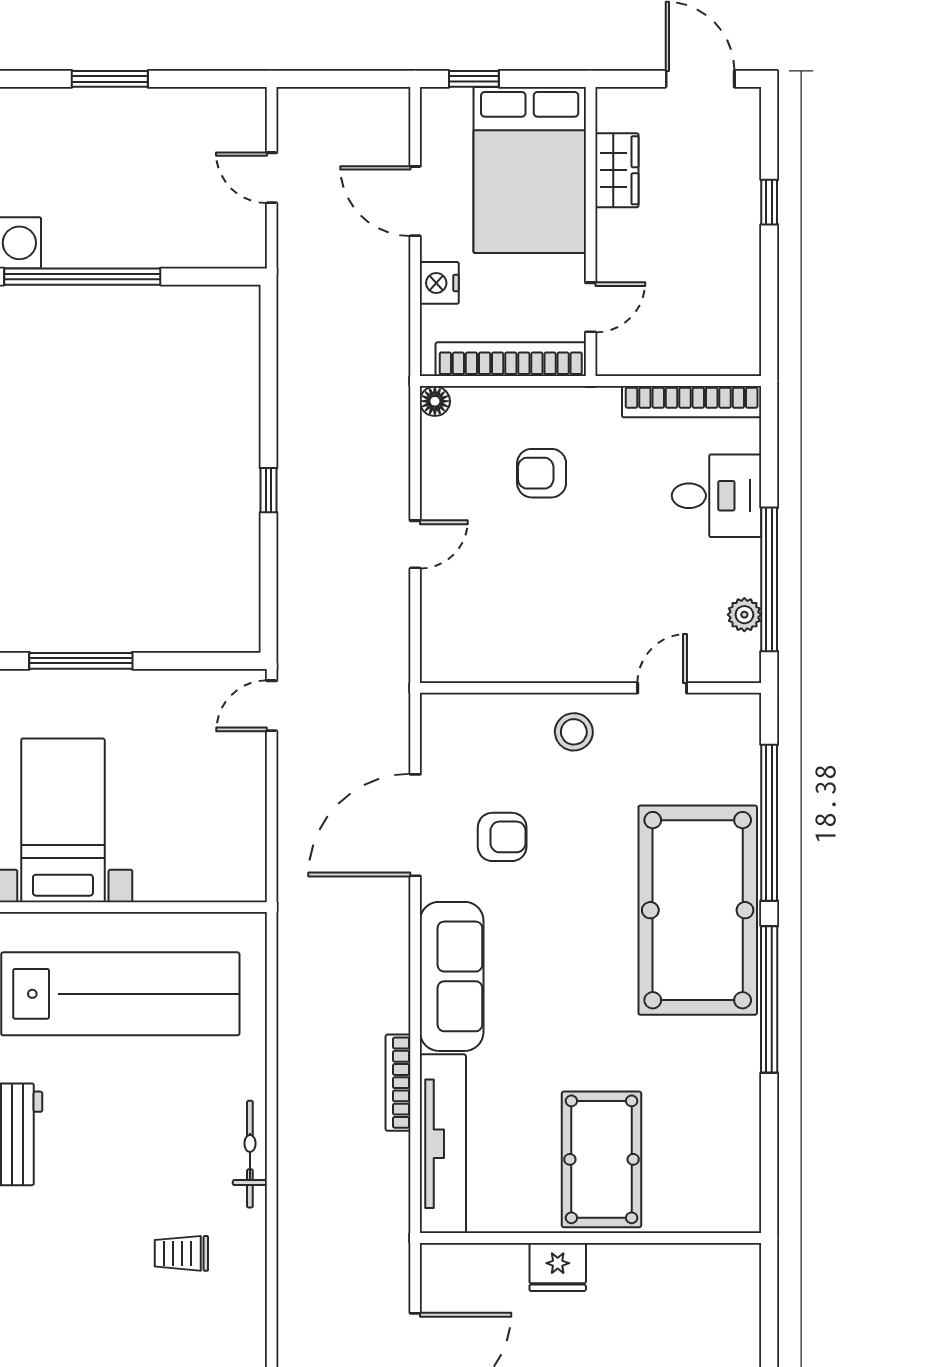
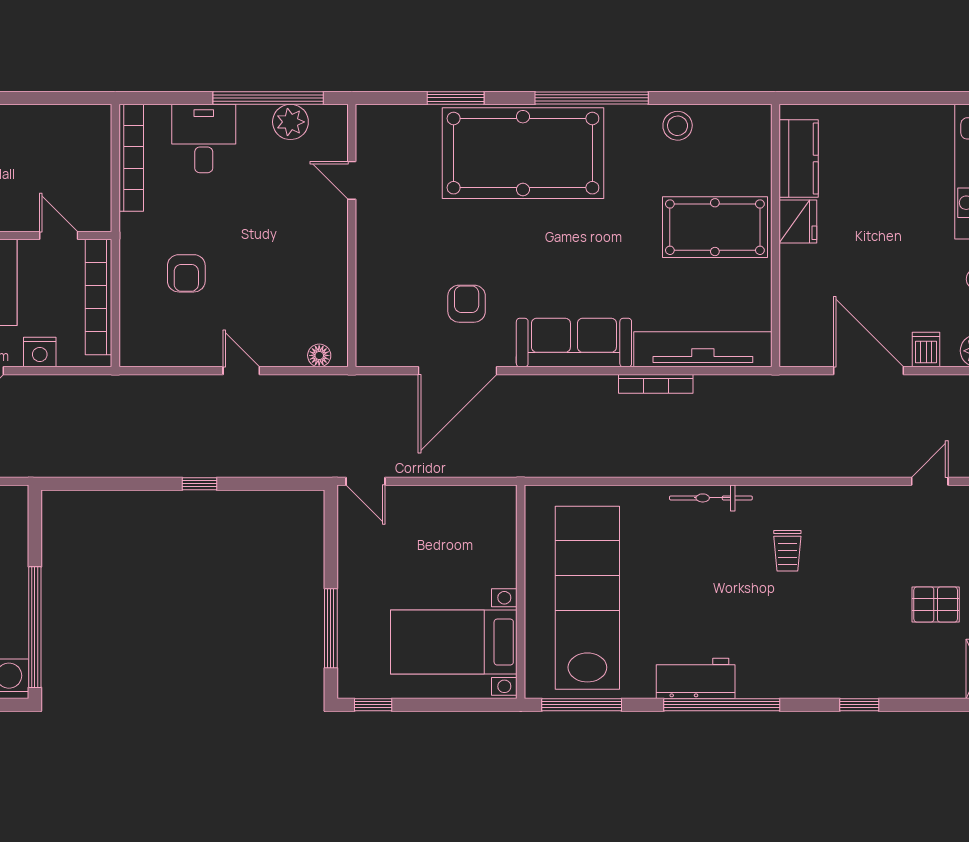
floor lamp: (435, 401) -> (319, 355), moved
plant: (744, 615) -> (290, 122), width x1.38, depth x1.38
stool: (574, 732) -> (678, 126), moved
window: (769, 823) -> (456, 98), width x0.47
door: (415, 825) -> (457, 371), hinge flipped
fridge: (558, 1267) -> (798, 221), moved
kitchen counter: (691, 1268) -> (799, 159), added

